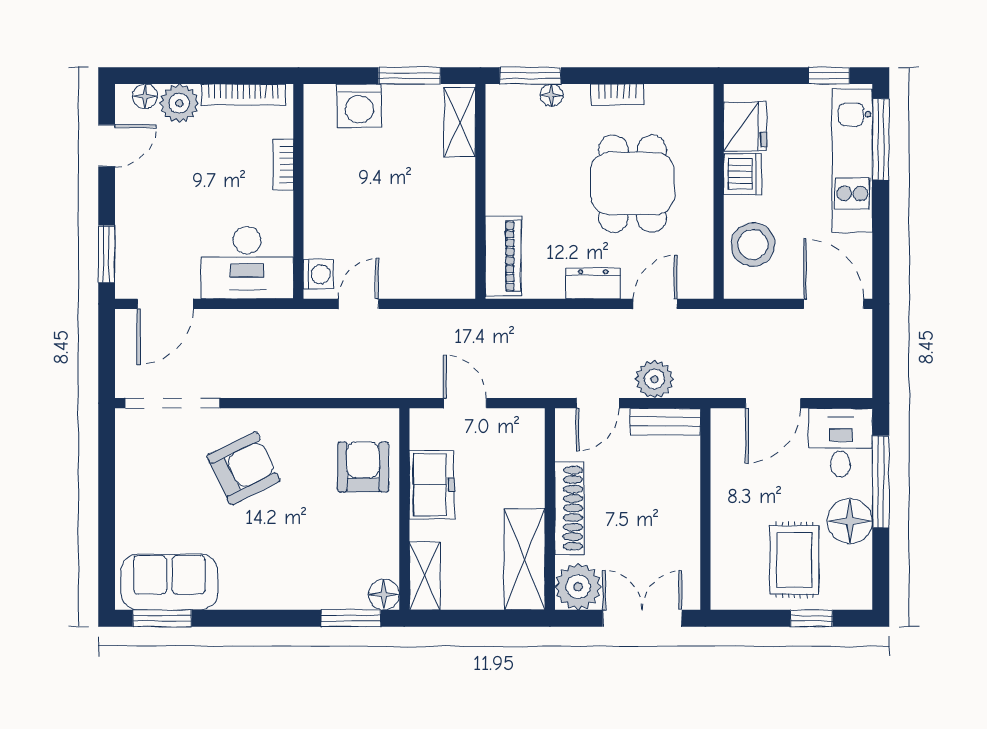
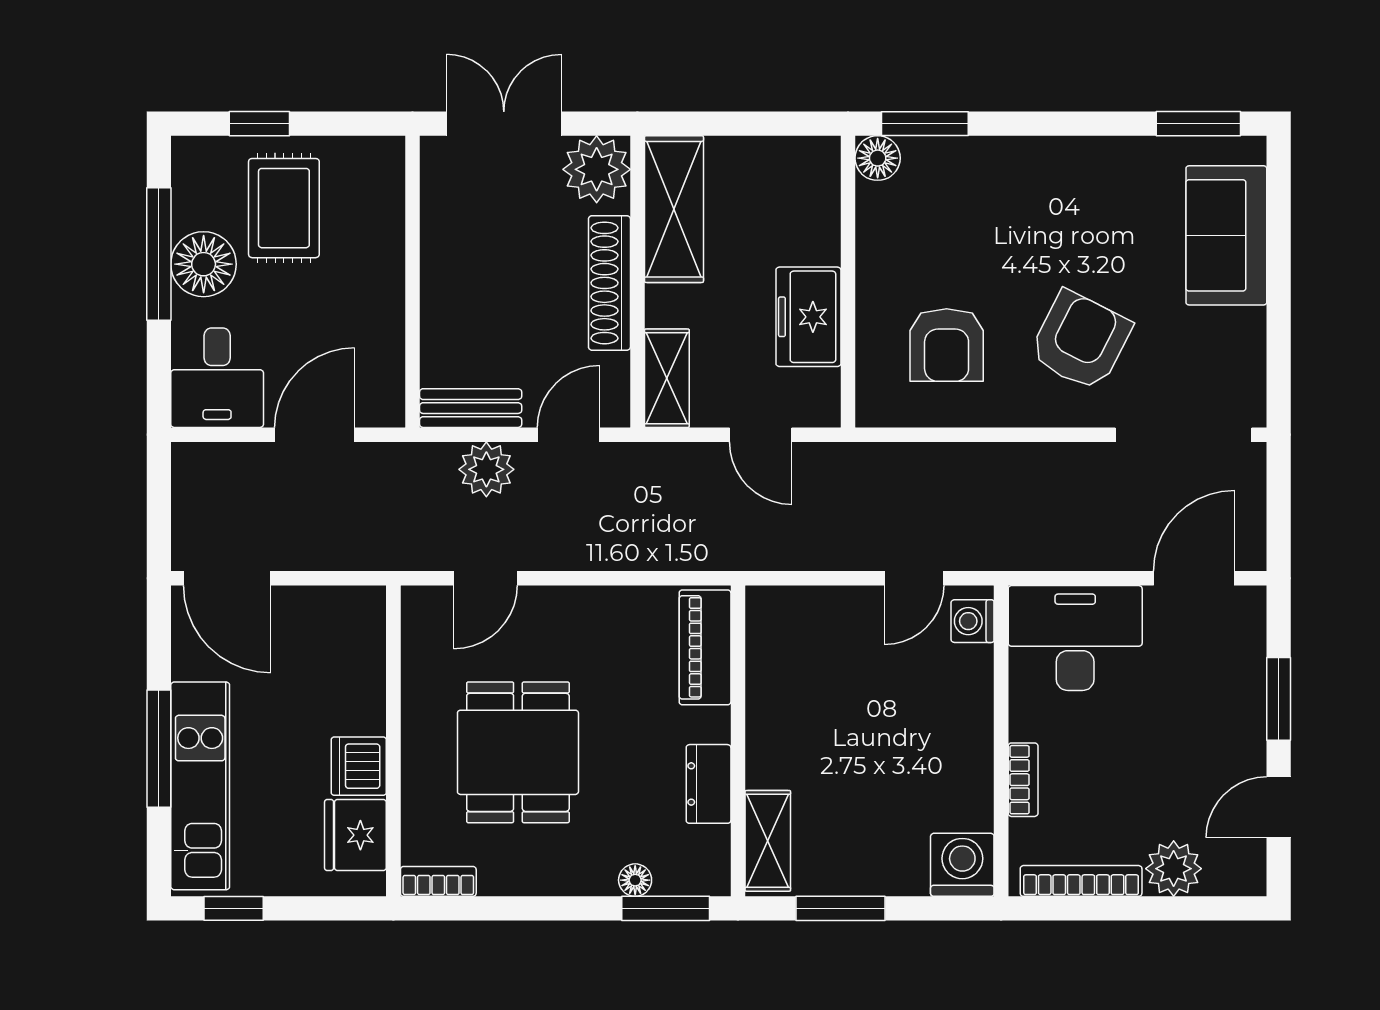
bookcase: (617, 94) -> (438, 881), moved
floor lamp: (145, 96) -> (1223, 879), removed
washing machine: (359, 106) -> (962, 865), moved
window: (881, 139) -> (159, 749), moved
stool: (753, 244) -> (344, 664), removed
window: (107, 254) -> (1279, 699), moved
dresser: (593, 284) -> (709, 784), moved, turned 90
armchair: (363, 467) -> (947, 345), moved
armchair: (244, 468) -> (1080, 341), turned 143
window: (881, 482) -> (159, 254), moved
shelving: (425, 576) -> (667, 378), moved
sofa: (169, 582) -> (1226, 235), moved, turned 90
double door: (642, 618) -> (504, 124), swing flipped

